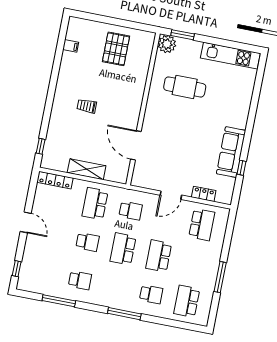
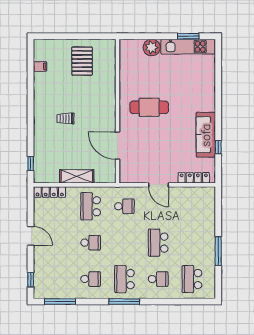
window: (183, 35) -> (188, 36), moved
plant: (167, 44) -> (152, 47), moved
cafe table: (185, 87) -> (149, 107), moved
locker: (204, 194) -> (194, 178), width x1.53
door: (171, 195) -> (158, 185), hinge flipped
school desk: (202, 225) -> (192, 206), removed
school desk: (123, 249) -> (124, 279), moved
window: (59, 301) -> (60, 302), moved
window: (124, 314) -> (124, 302), moved

